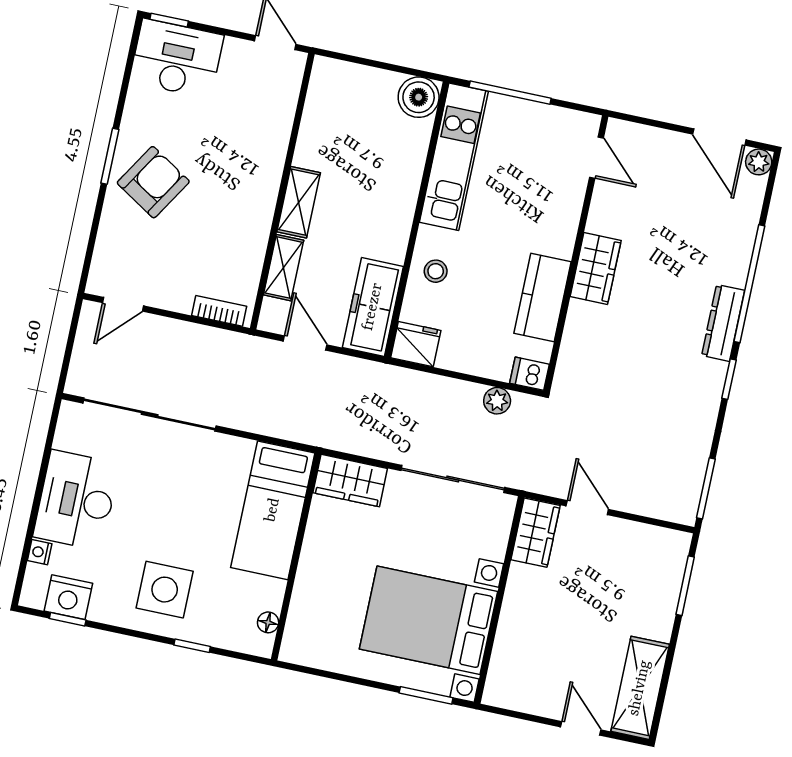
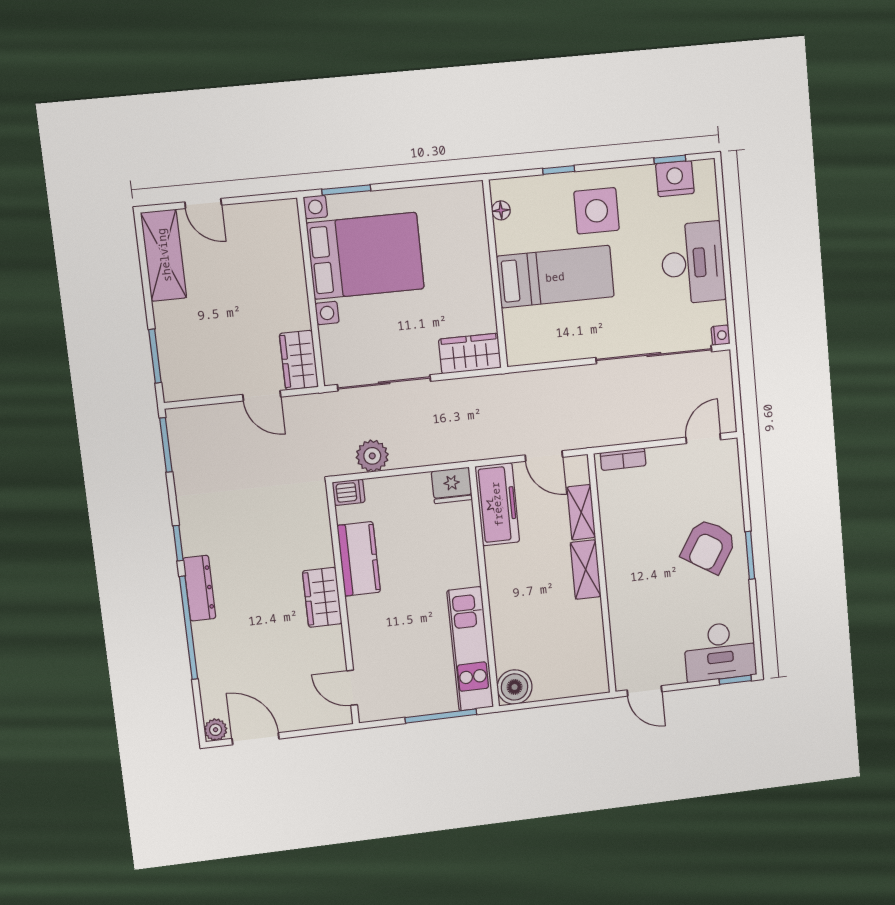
stool: (436, 271) -> (455, 551), removed
plant: (497, 401) -> (372, 456), width x1.38, depth x1.38
bed: (273, 510) -> (555, 277), moved, turned 90
nightstand: (40, 552) -> (720, 335), moved

